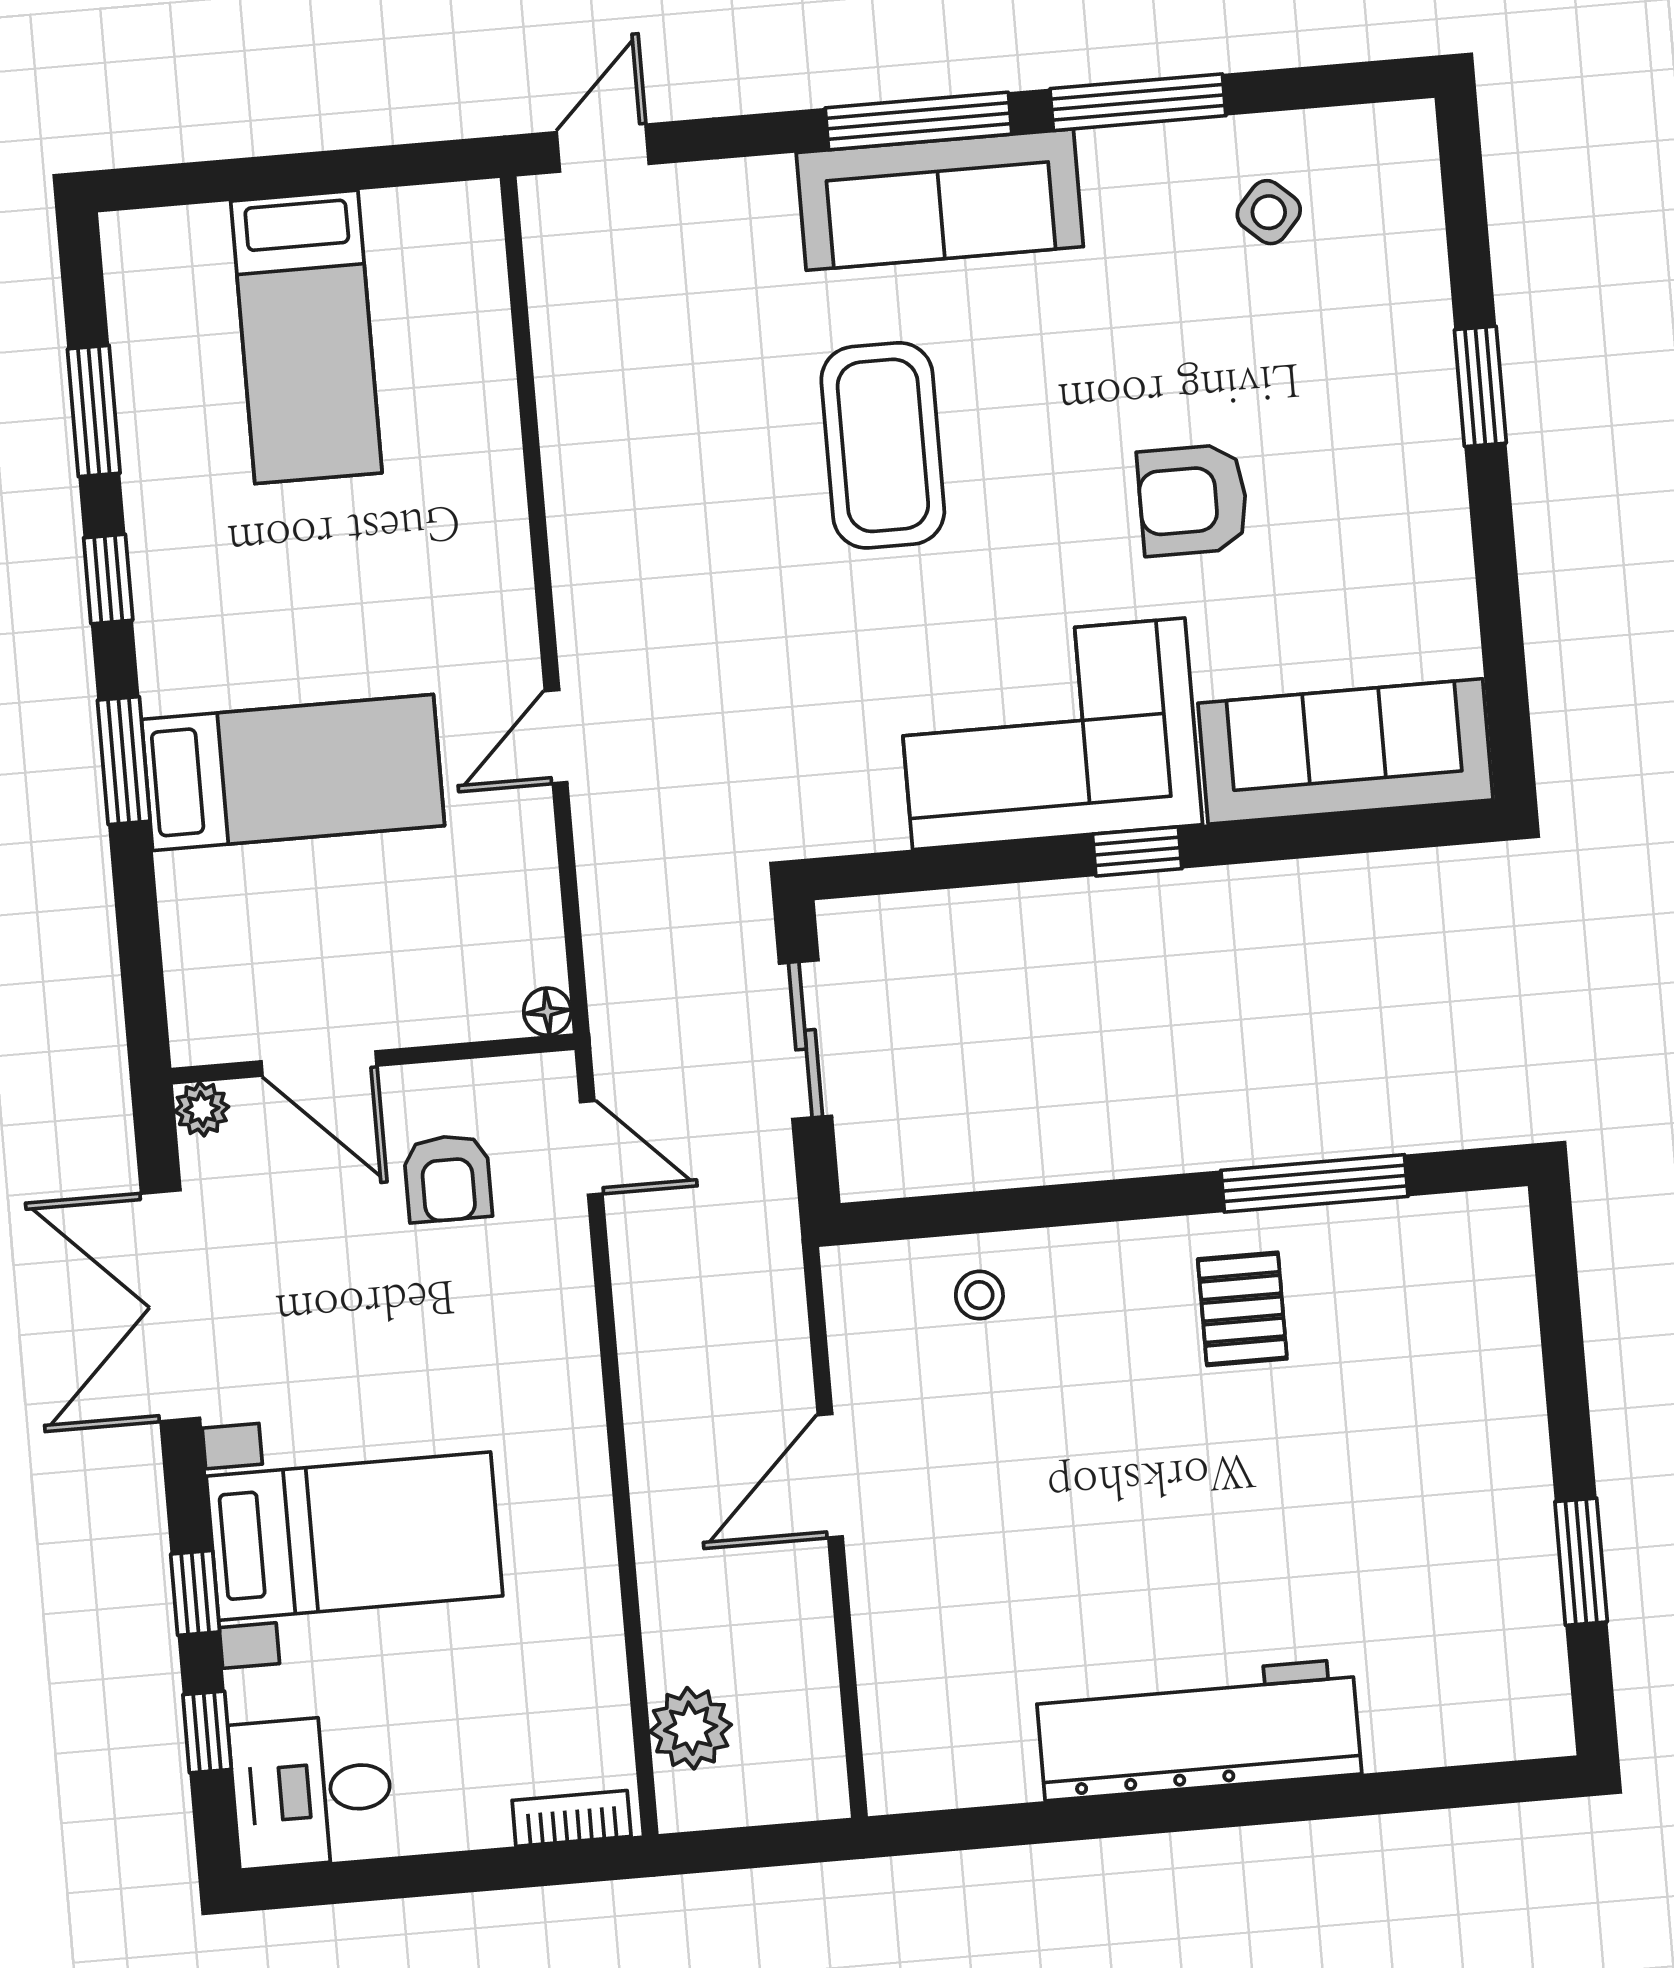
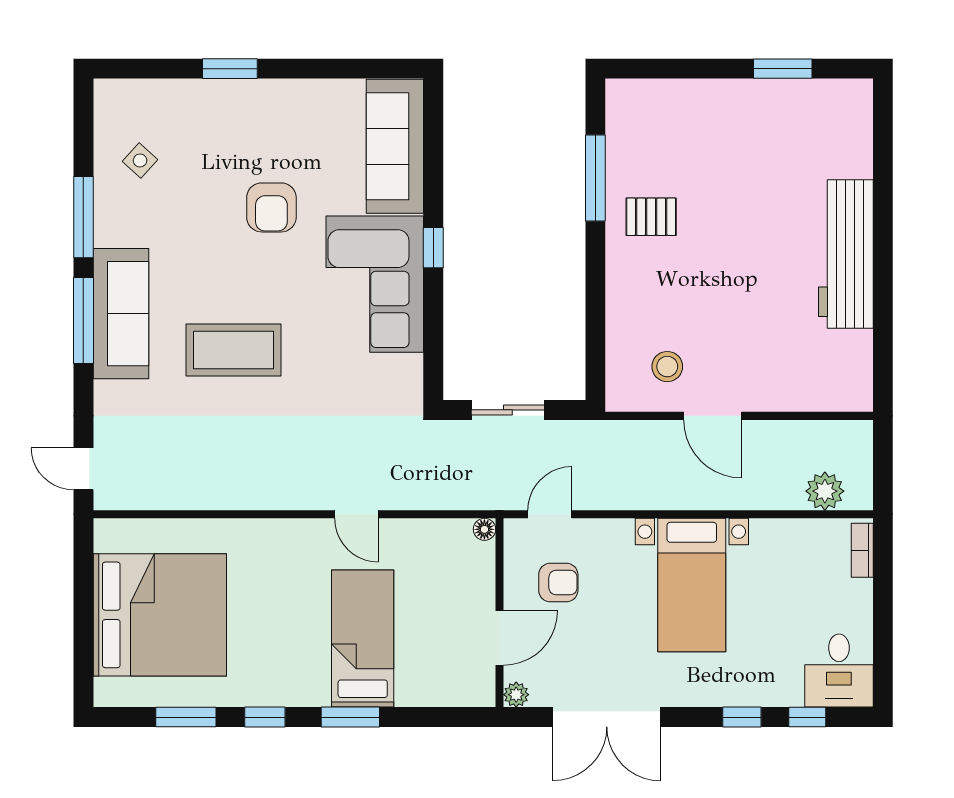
bed: (306, 337) -> (160, 615), width x2.04
stool: (979, 1295) -> (667, 367), moved, width x1.37, depth x1.37
bed with nightstands: (355, 1536) -> (692, 585), moved, turned 180

